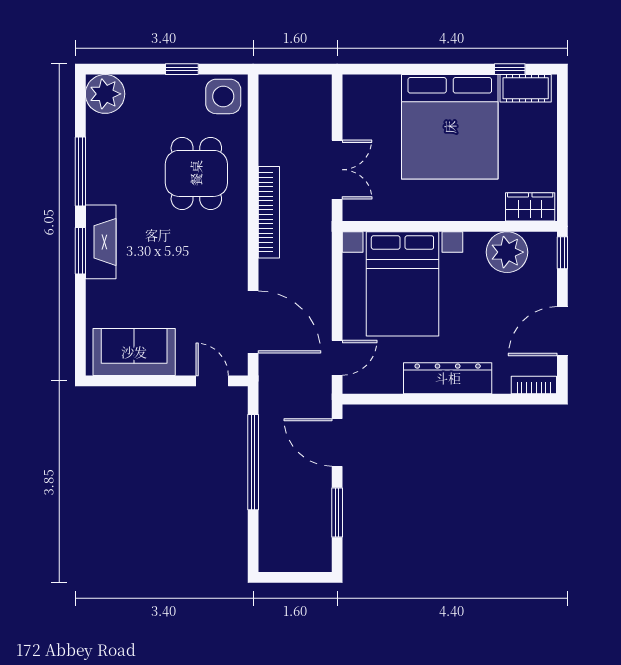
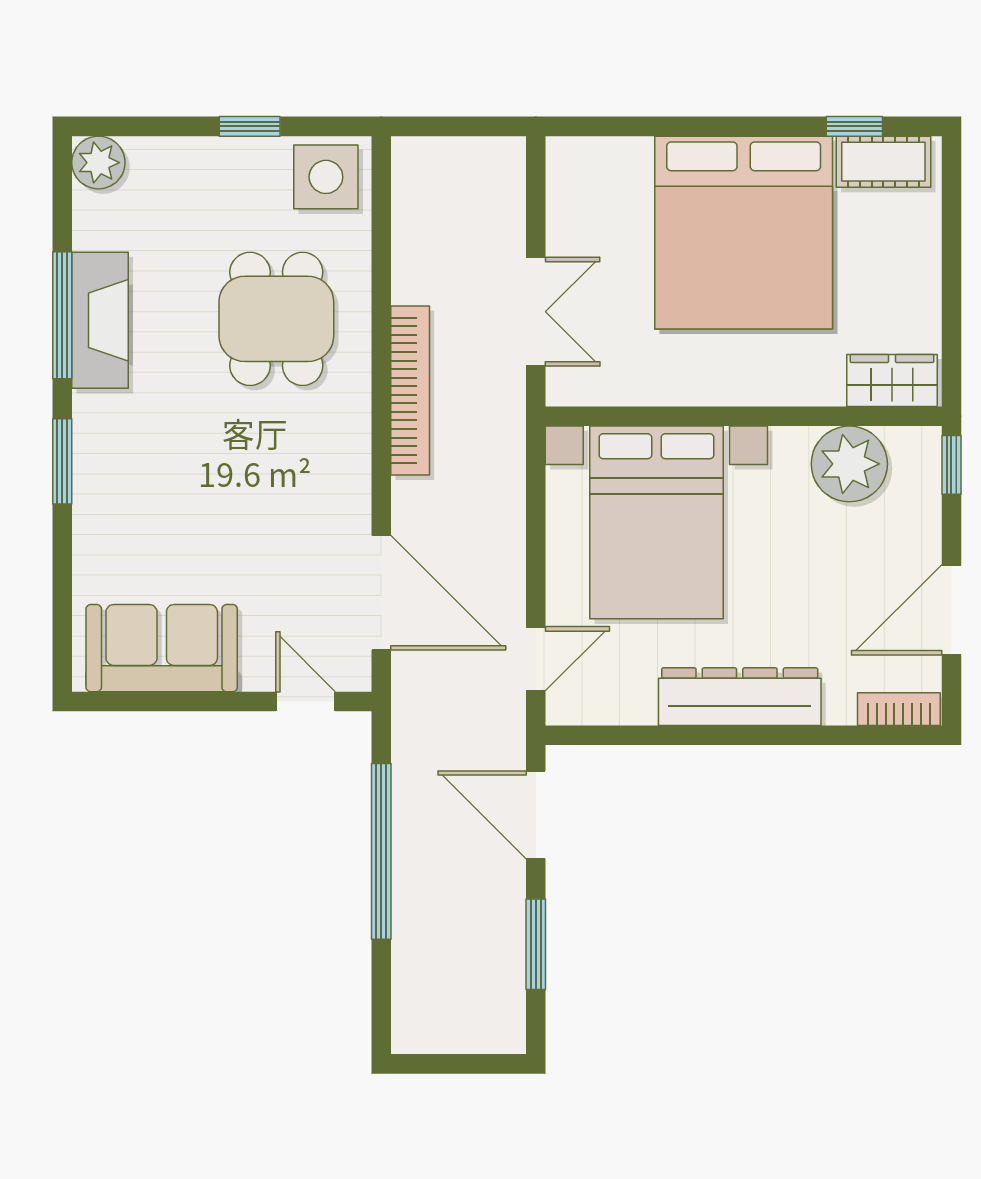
plant: (105, 94) -> (98, 163), width x0.73, depth x0.73
fireplace: (101, 242) -> (100, 320), moved

